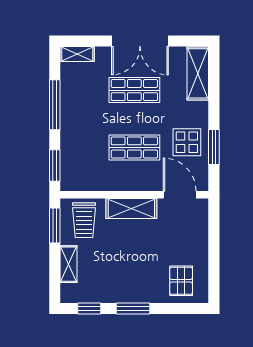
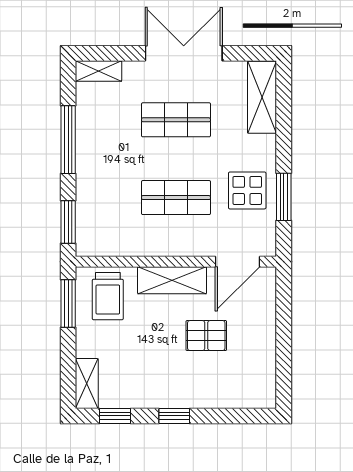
double door: (140, 41) -> (184, 53), swing flipped
door: (180, 195) -> (237, 262), swing flipped
shelving: (69, 264) -> (87, 384), moved
pallet: (181, 281) -> (206, 336), moved, turned 90
window: (133, 309) -> (174, 416), width x0.67

